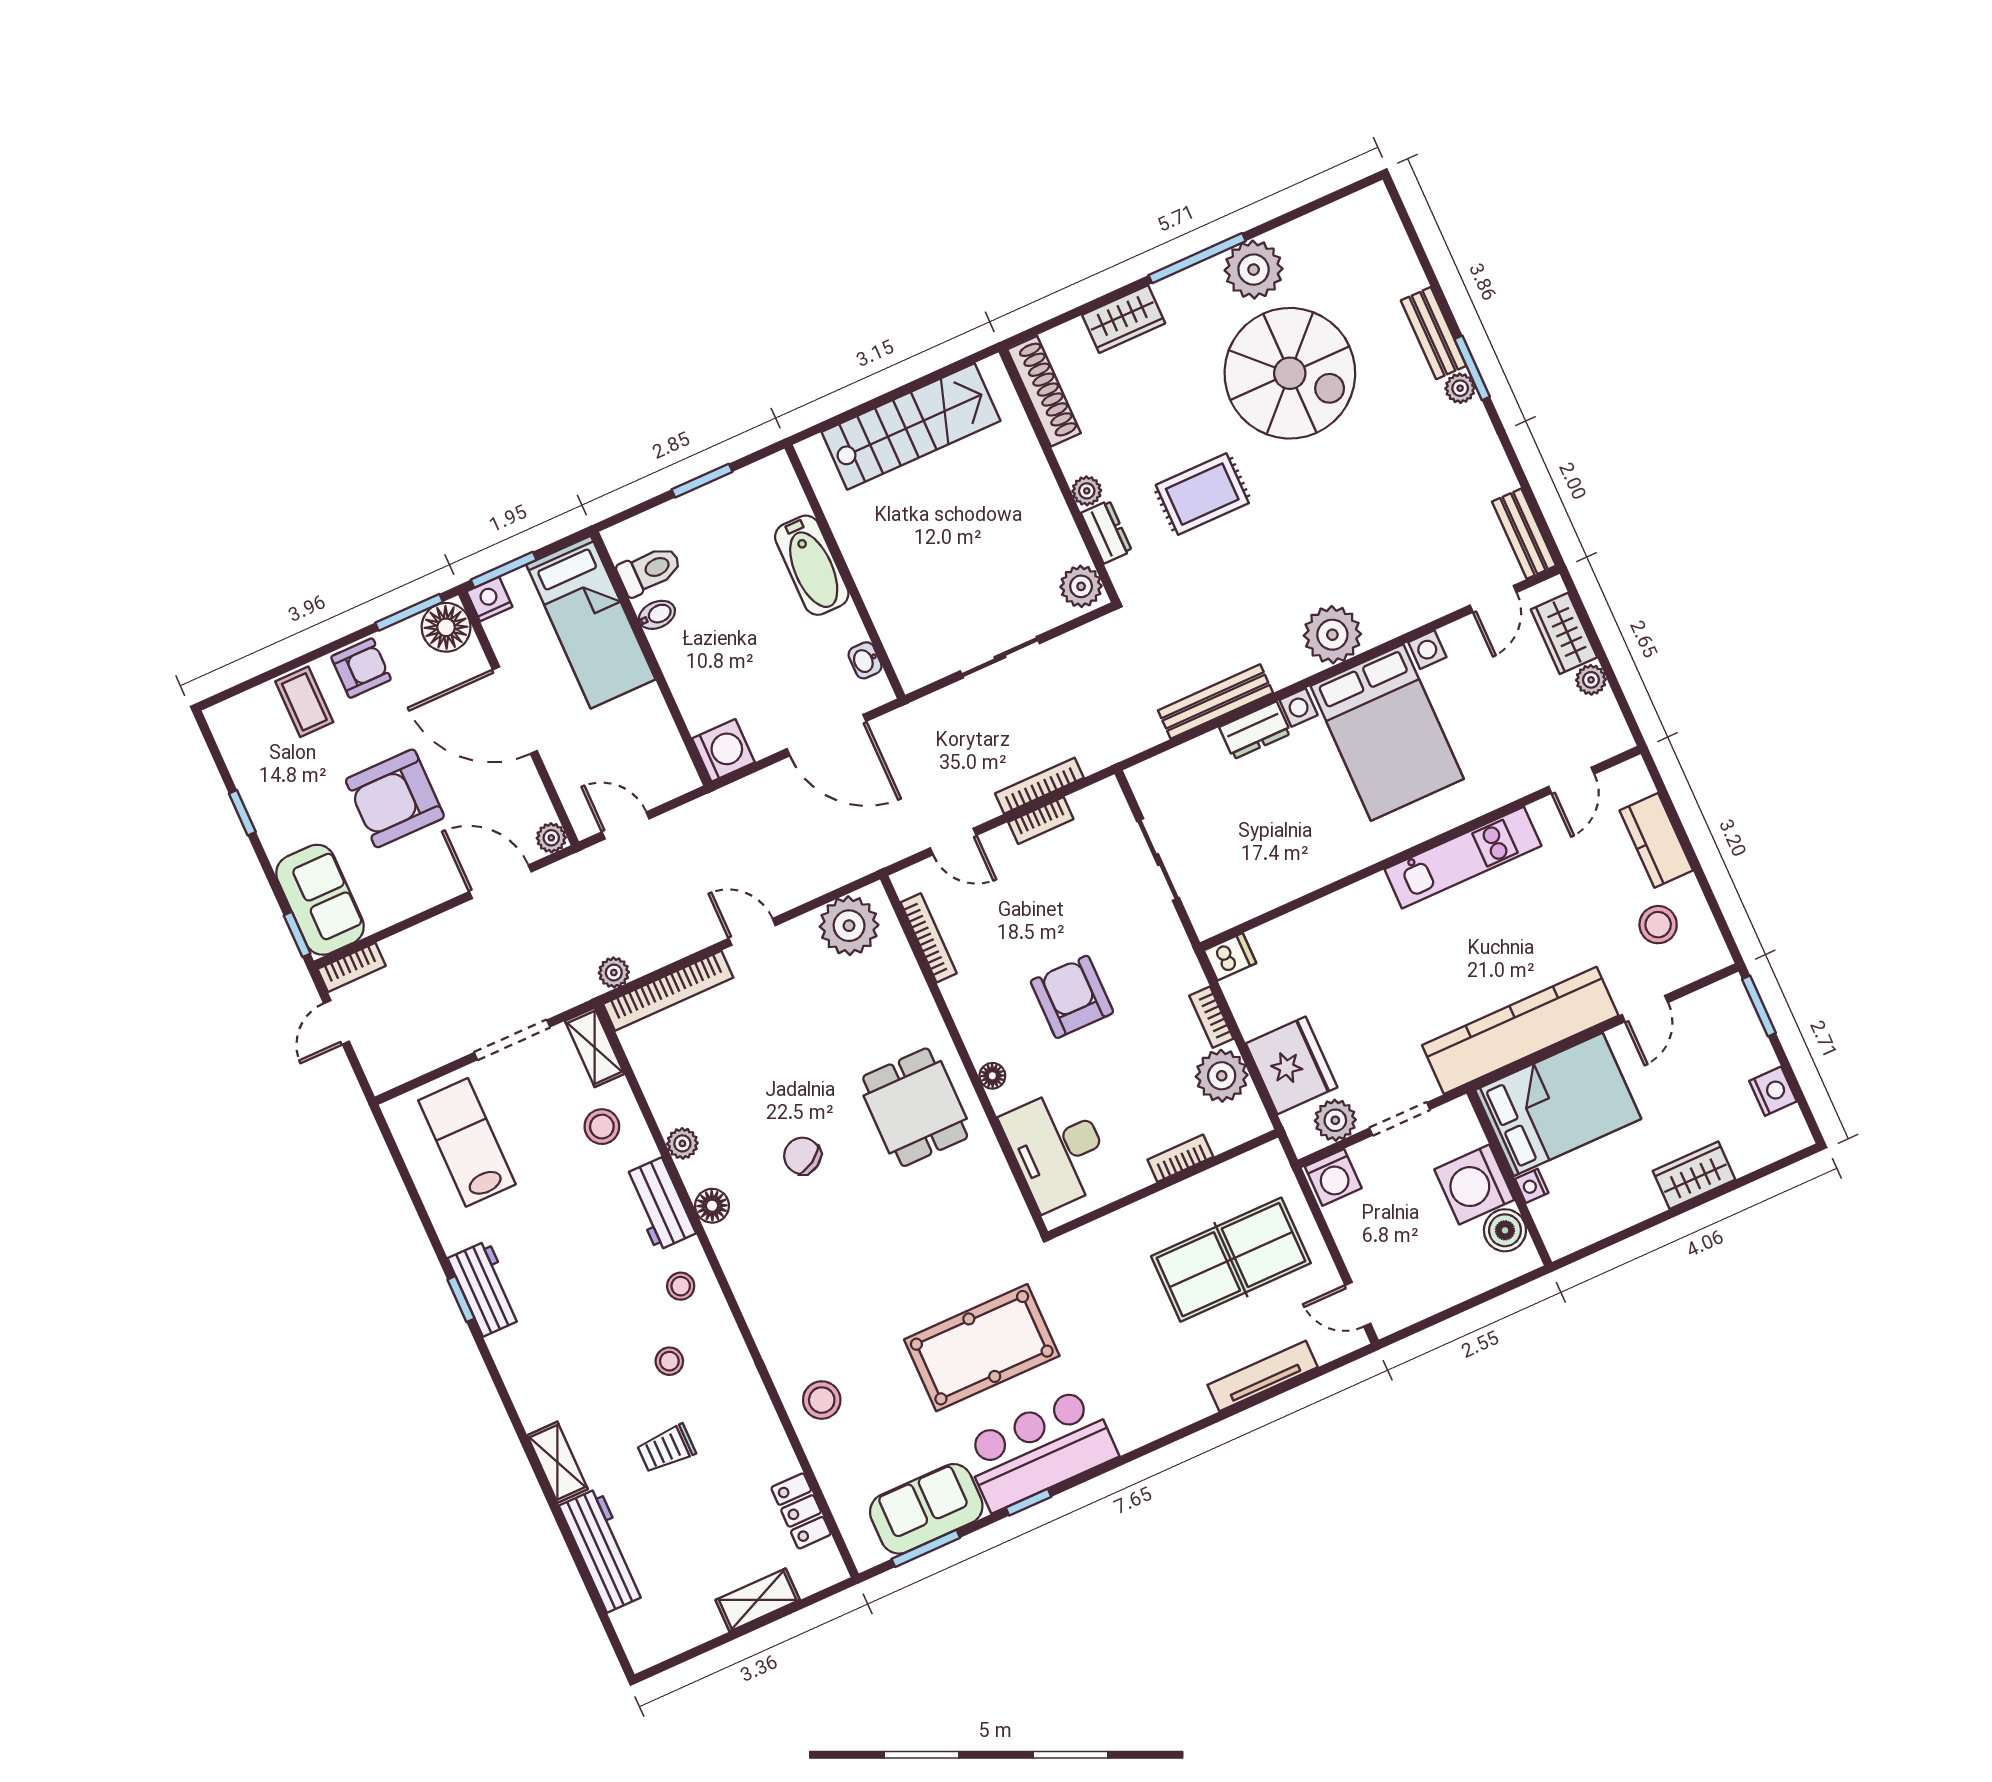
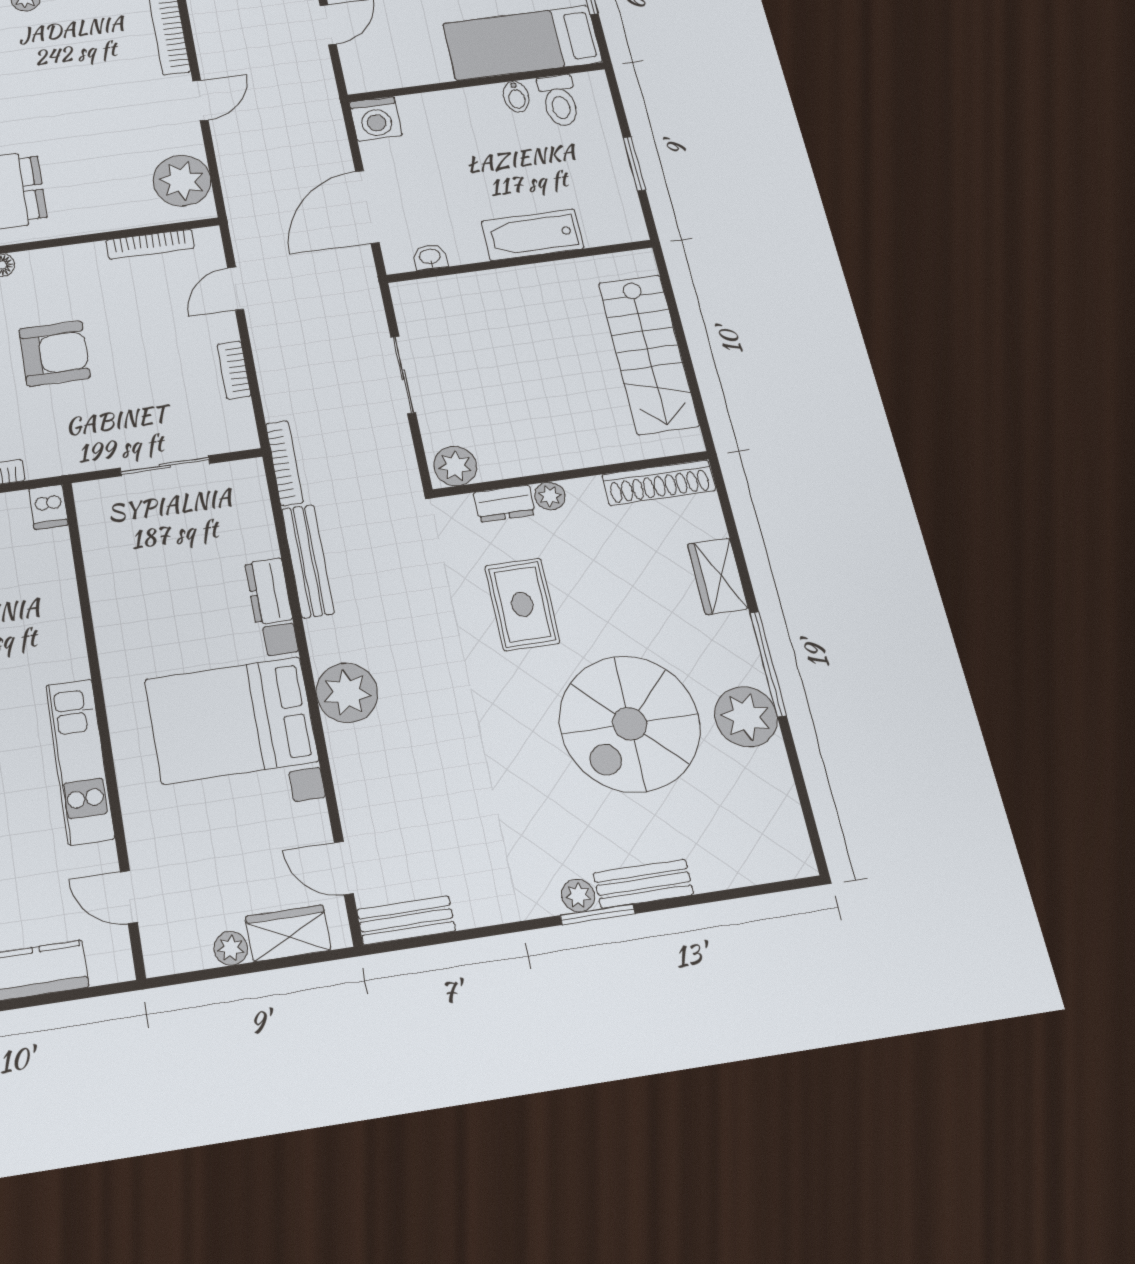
bookcase: (1039, 786) -> (284, 463), moved

